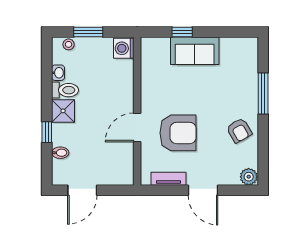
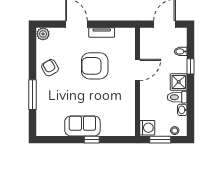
washing machine: (124, 48) -> (147, 128), moved
wall: (137, 111) -> (137, 82), moved
door: (137, 127) -> (137, 70), moved

